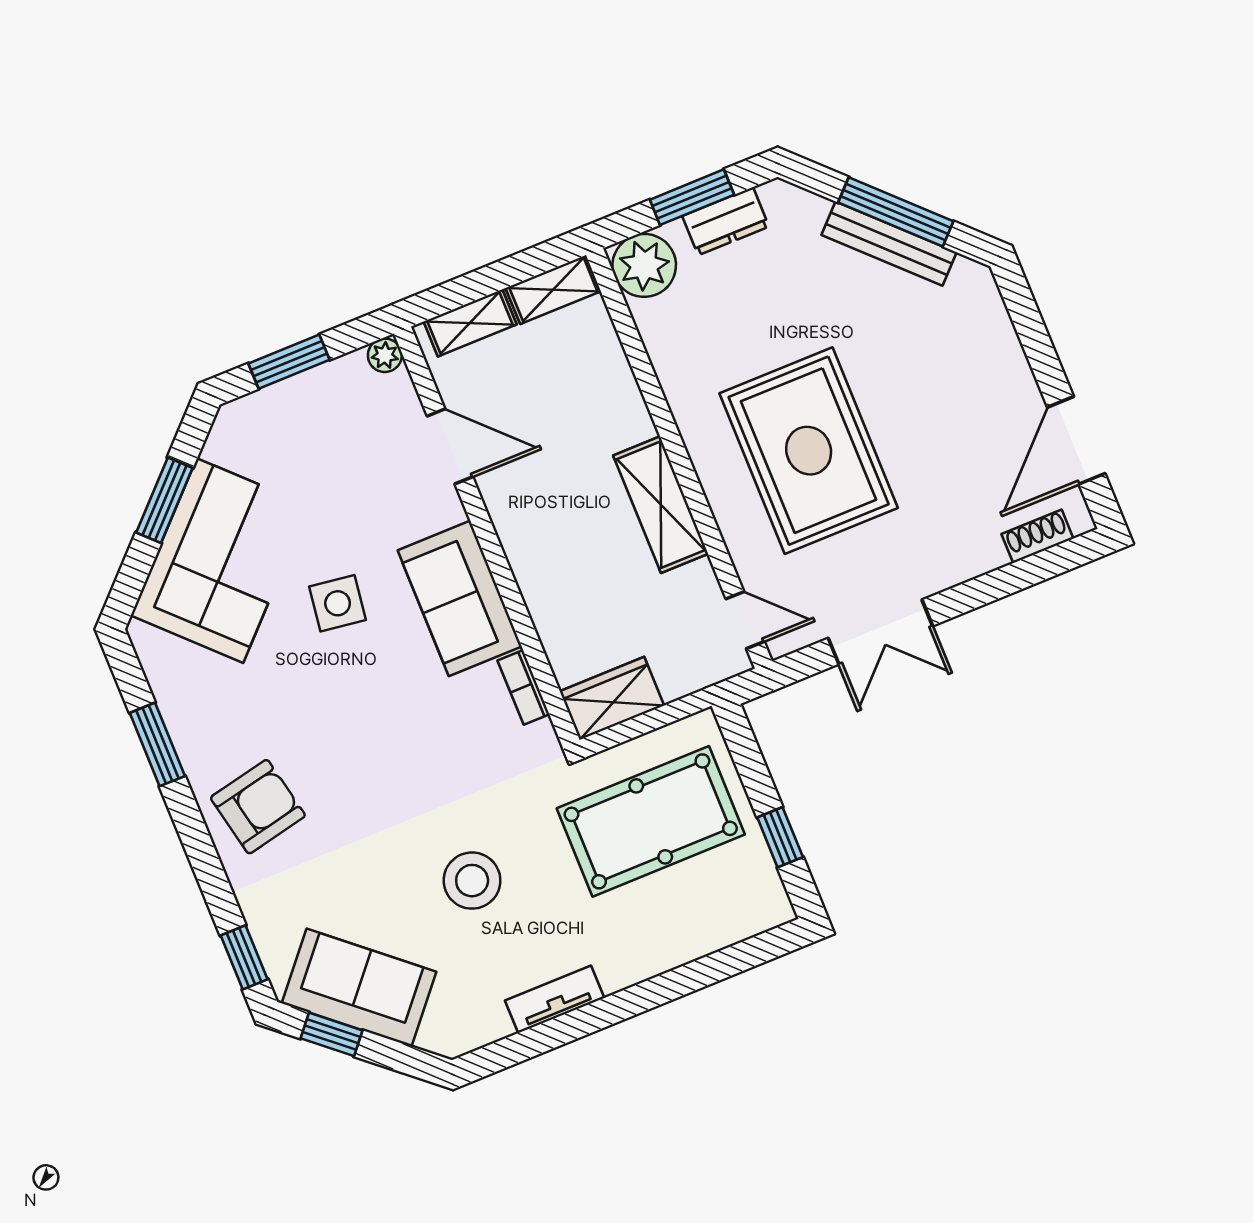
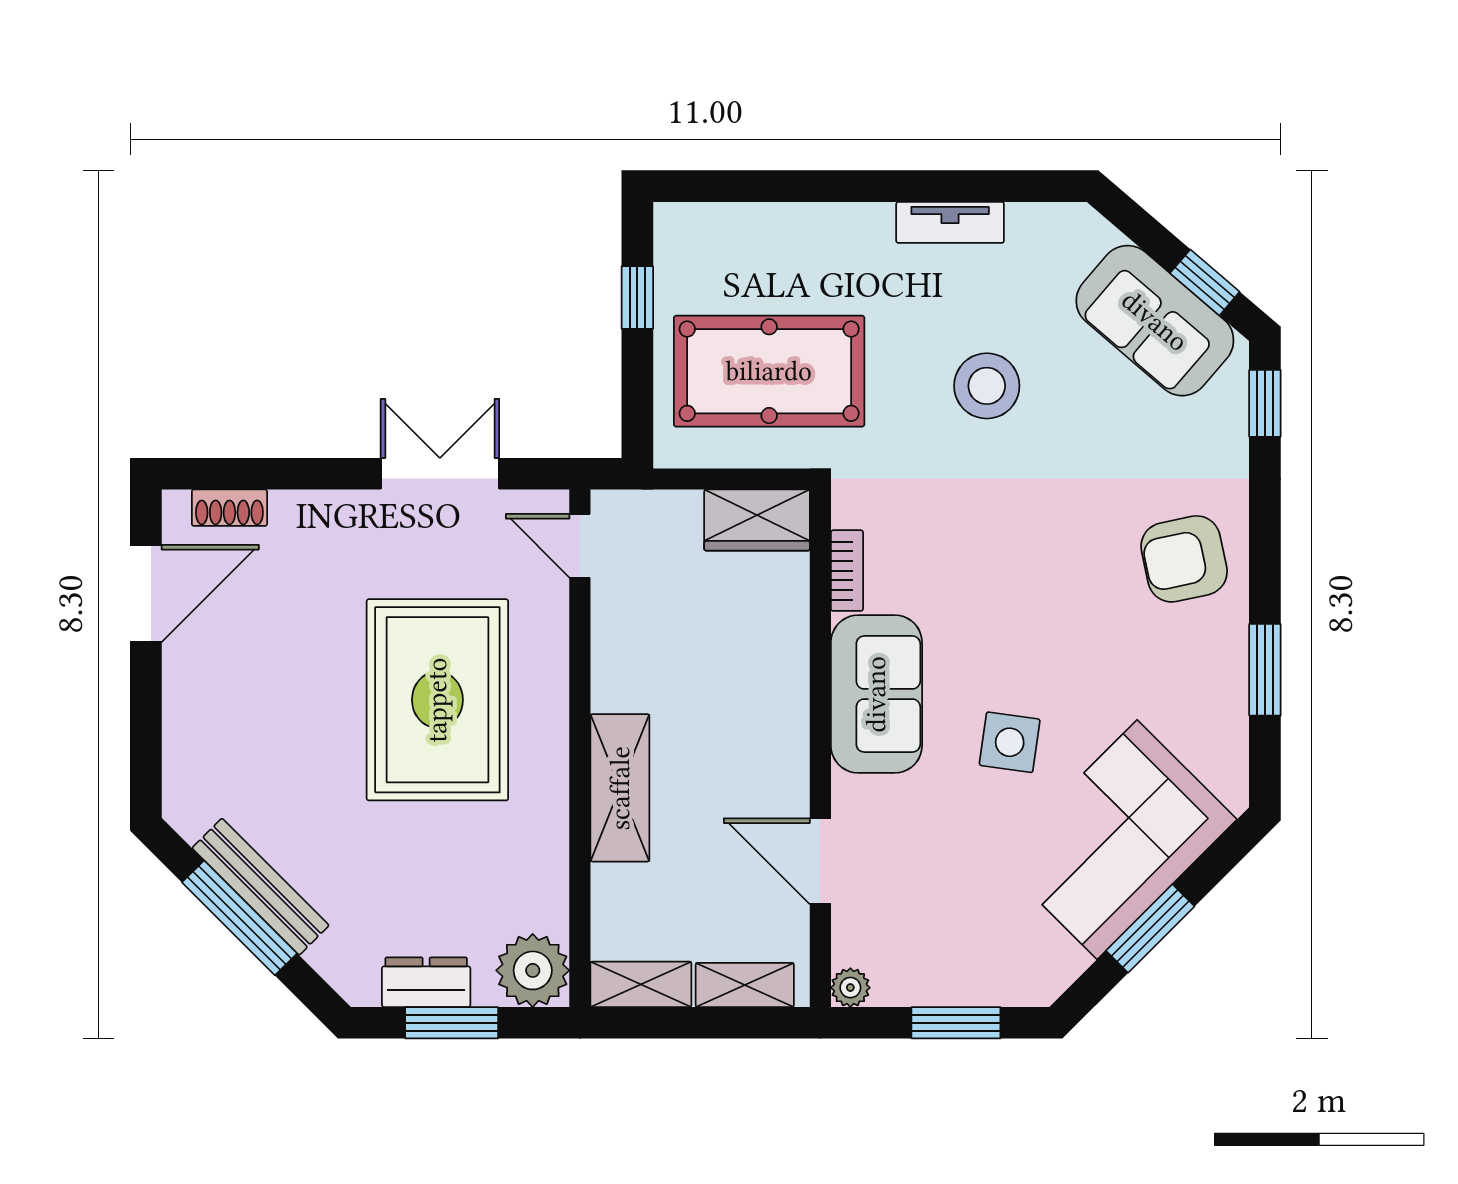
shelving: (661, 505) -> (620, 788), moved

